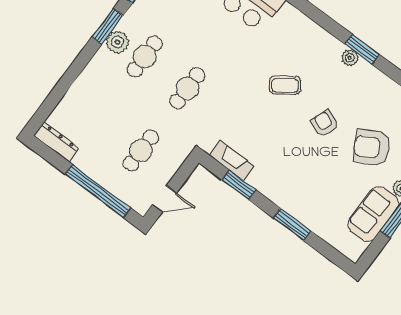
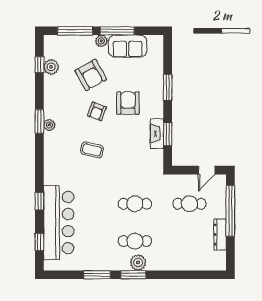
coffee table: (285, 85) -> (92, 150), turned -40
dresser: (56, 142) -> (220, 234), moved
fireplace: (232, 161) -> (157, 134), moved
armchair: (308, 166) -> (128, 103), added
door: (164, 199) -> (207, 170), swing flipped

